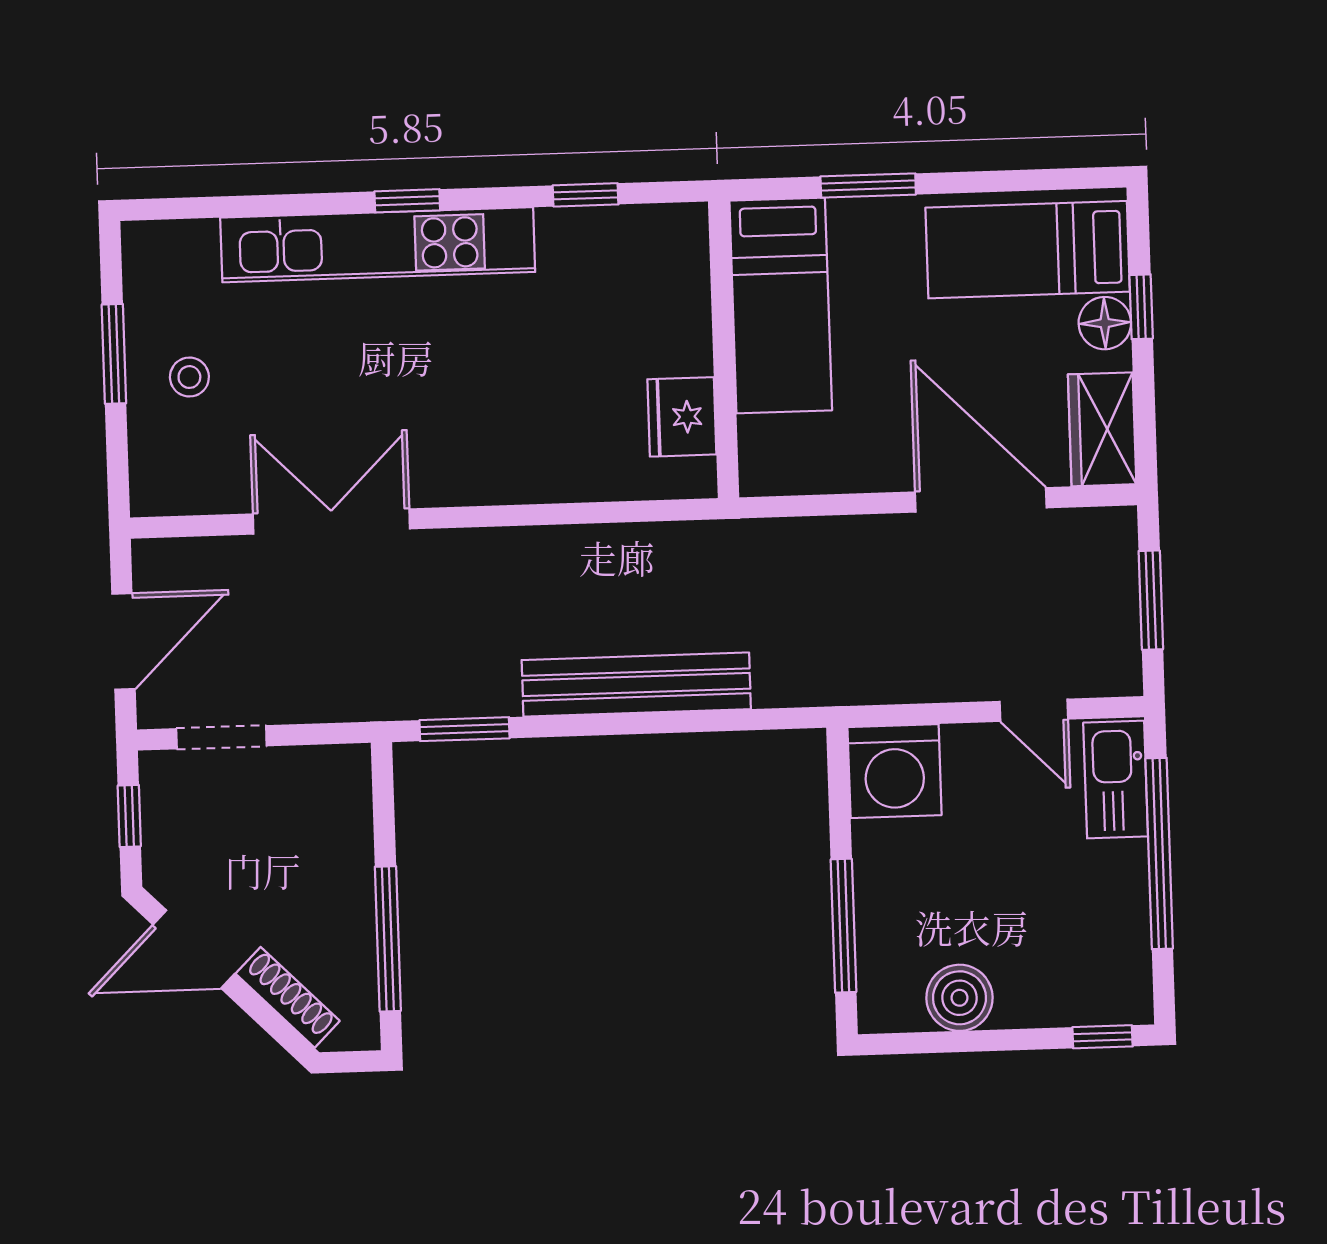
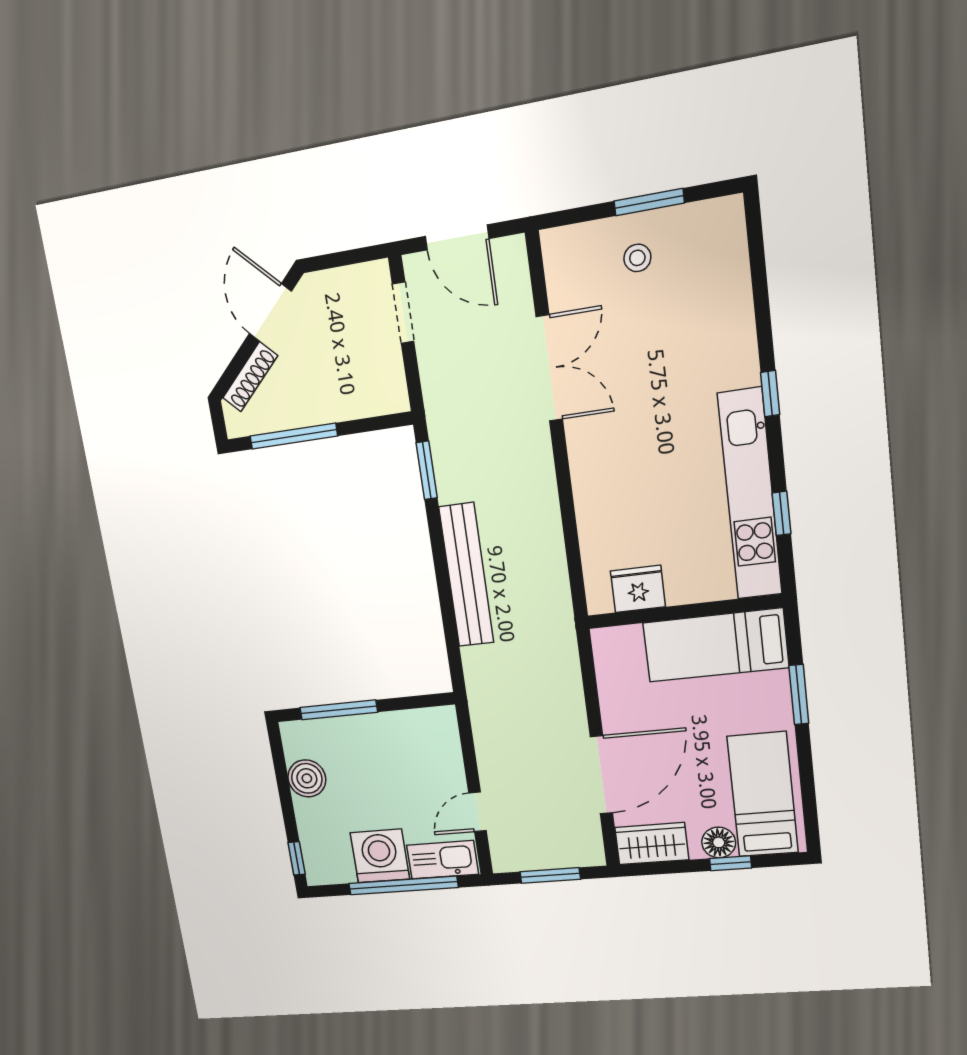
kitchen unit: (378, 245) -> (750, 494), moved
washing machine: (895, 771) -> (380, 856), moved, turned 90
window: (129, 816) -> (346, 258), removed

